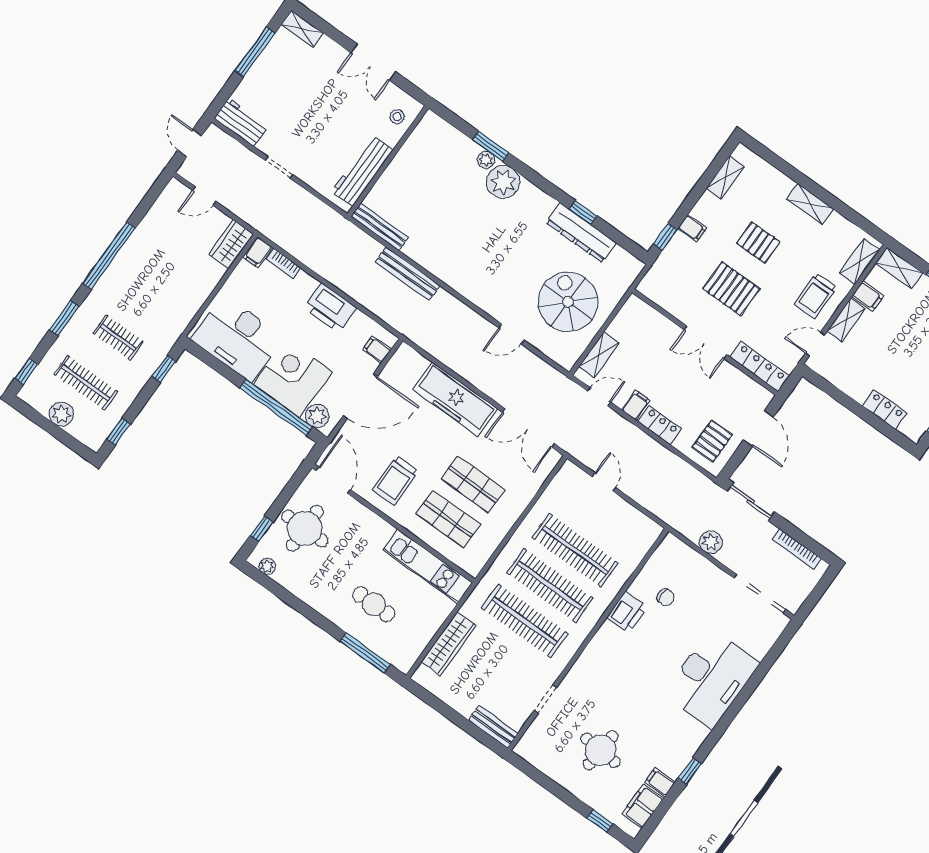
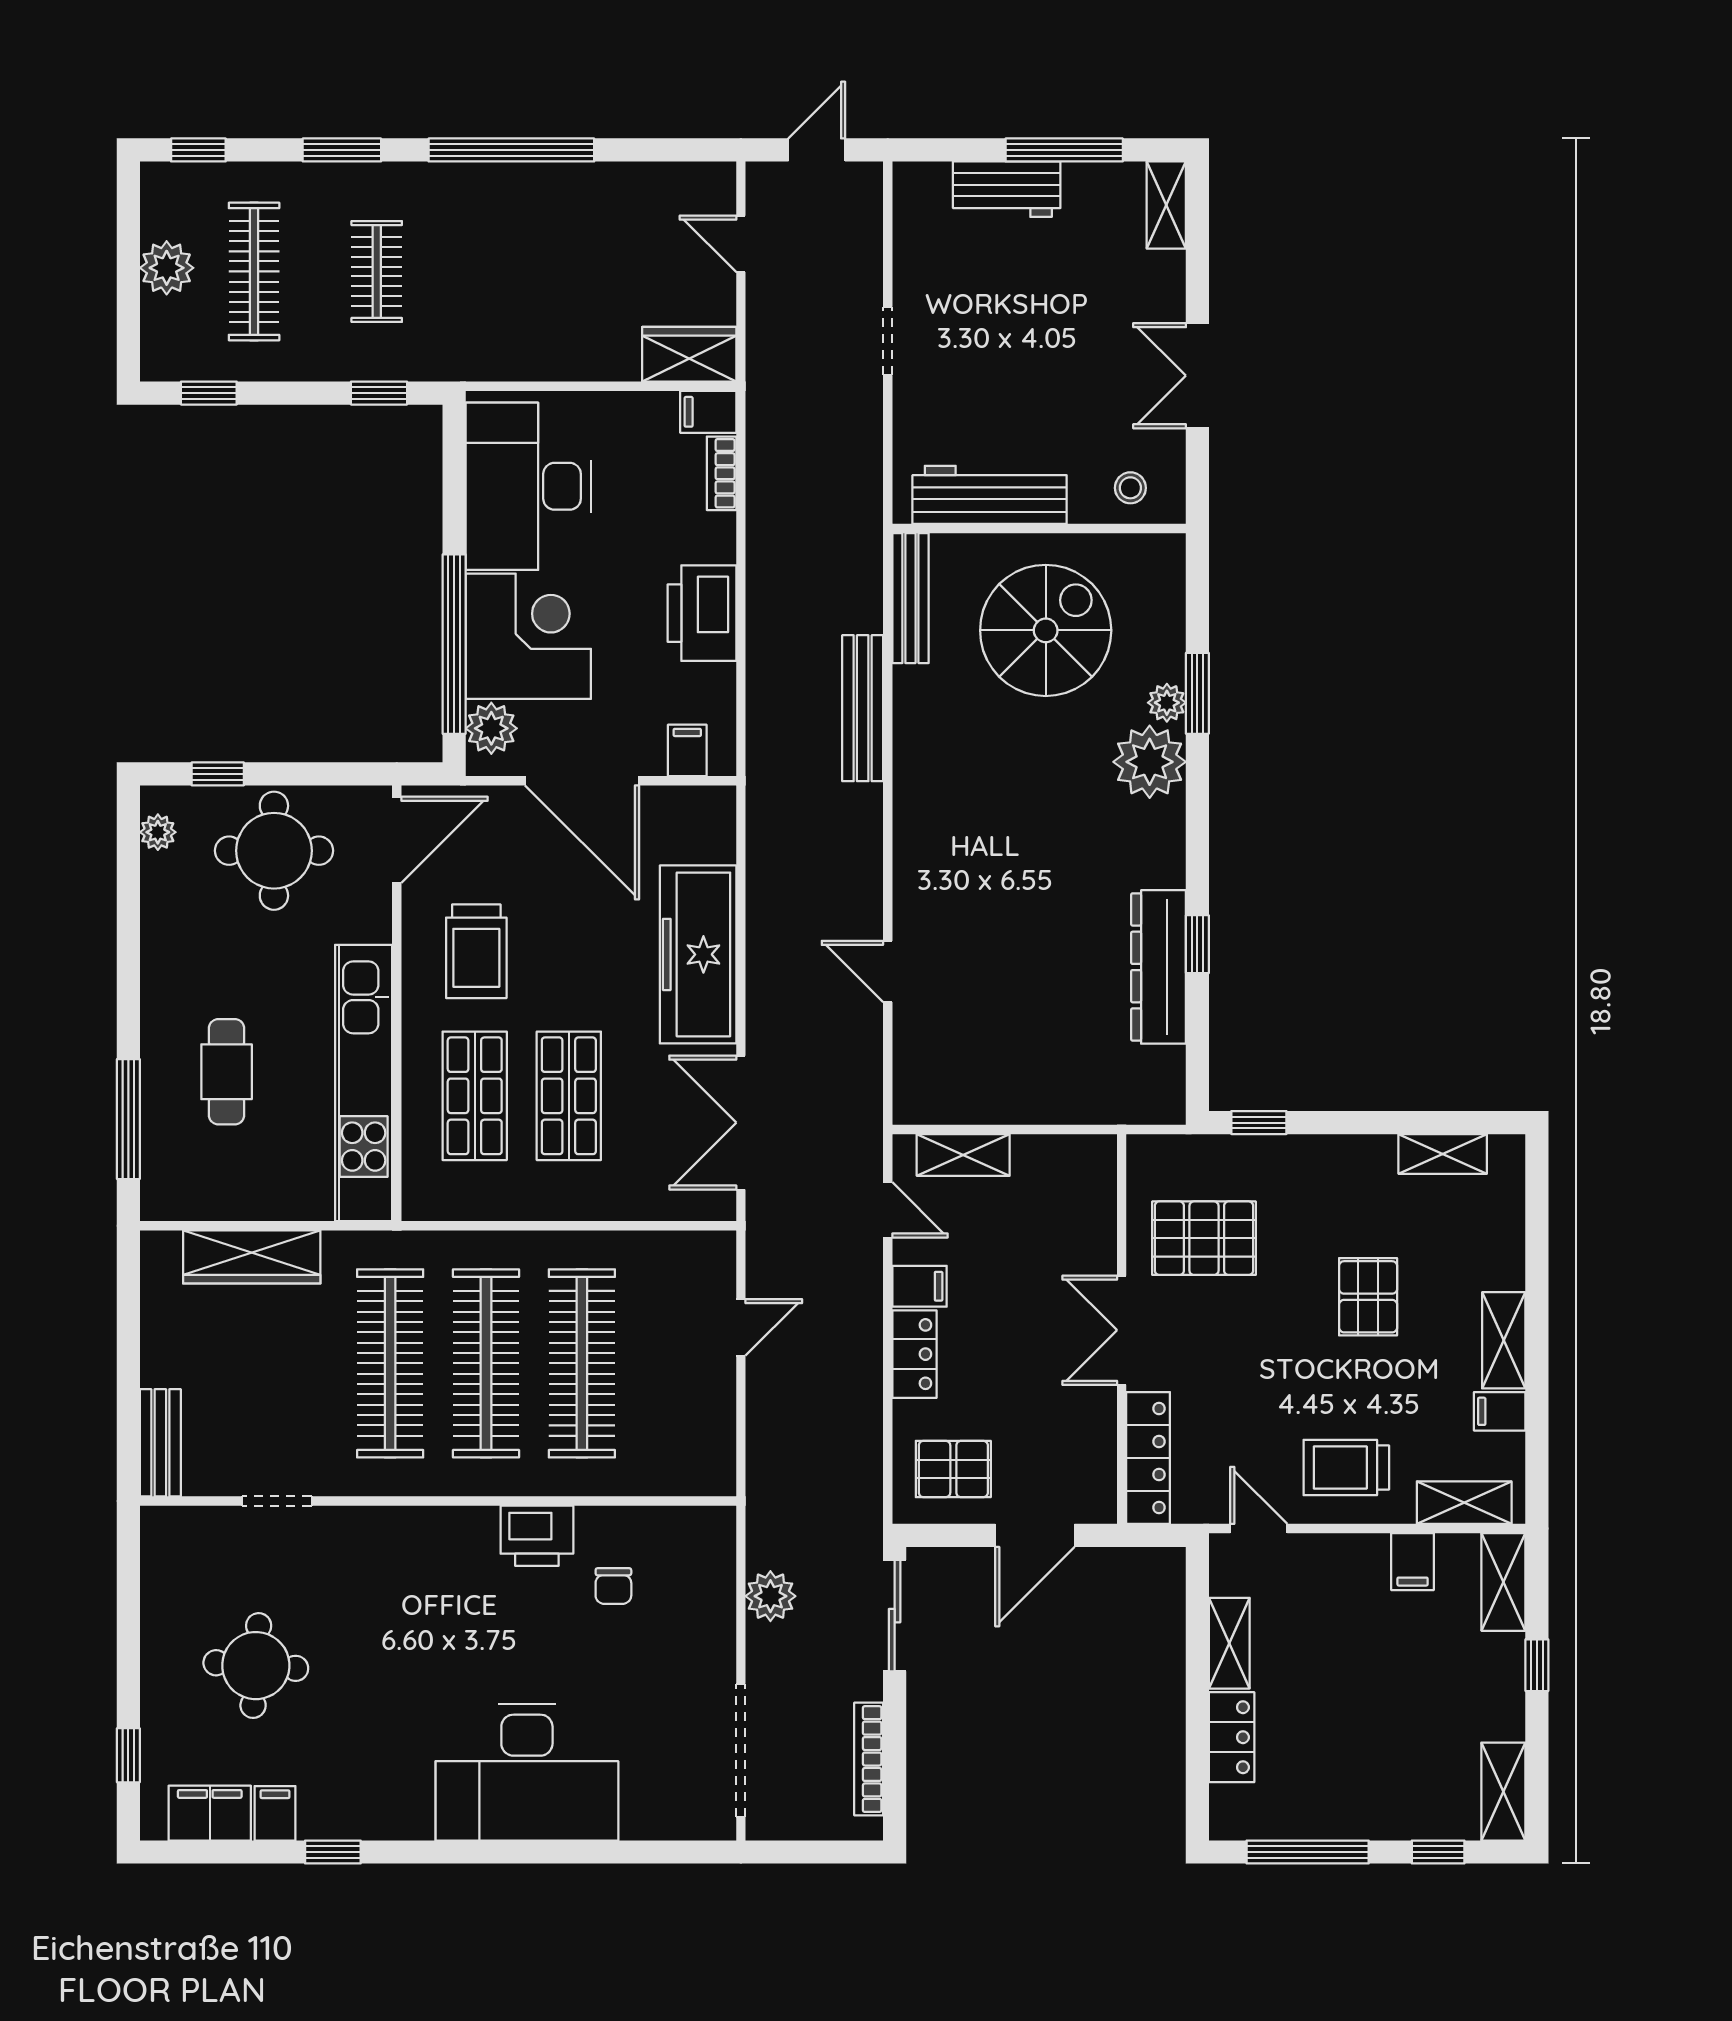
workbench: (241, 122) -> (1007, 189), moved, turned 90
filing cabinet: (692, 228) -> (1500, 1411), moved, turned 90
pallet: (731, 289) -> (1204, 1238), moved, turned 90
spiral stairs: (568, 302) -> (1046, 630), moved
shelving: (846, 320) -> (1229, 1643), moved, turned 90
trolley: (395, 480) -> (476, 951), turned -90
kitchen unit: (428, 566) -> (364, 1083), width x1.36

